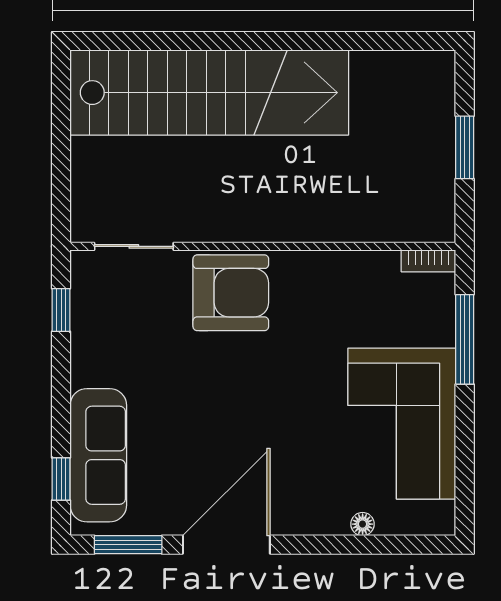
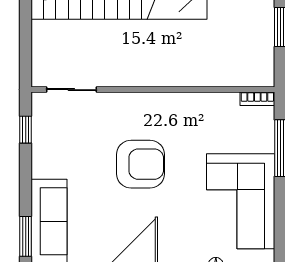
armchair: (231, 293) -> (140, 164), moved
window: (61, 479) -> (26, 236), width x1.50

